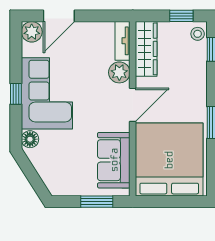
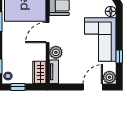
wardrobe: (146, 49) -> (39, 72), width x0.67
window: (16, 94) -> (119, 56), moved

